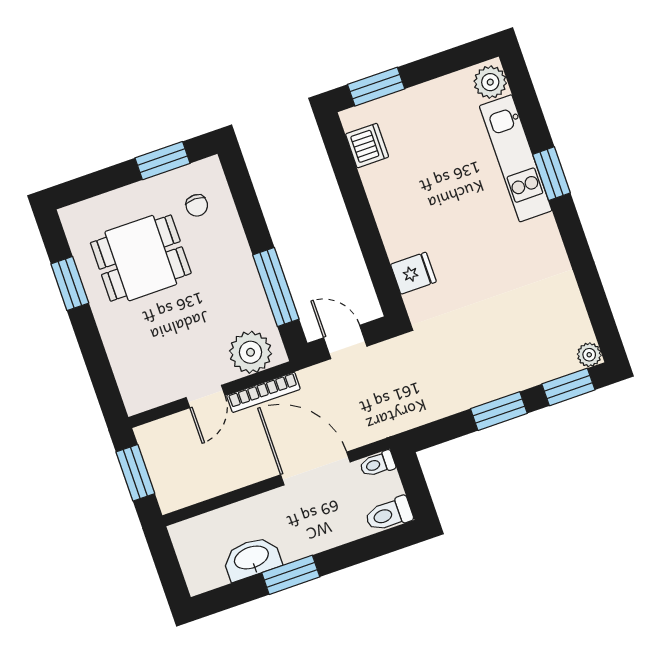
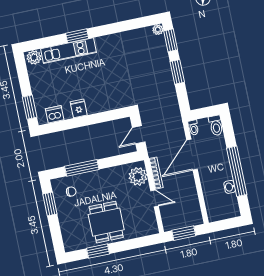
dining table: (141, 258) -> (106, 222), moved
fridge: (413, 273) -> (79, 108), moved
window: (276, 287) -> (82, 168), moved
washbasin: (252, 558) -> (230, 187), width x0.52, depth x0.69
window: (291, 575) -> (237, 171), width x2.11

